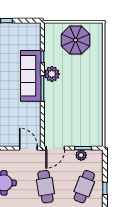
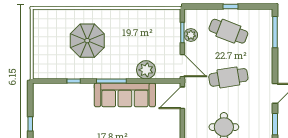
parasol: (75, 40) -> (87, 41), moved
plant: (52, 74) -> (146, 70), moved
sofa: (31, 76) -> (125, 95), moved

